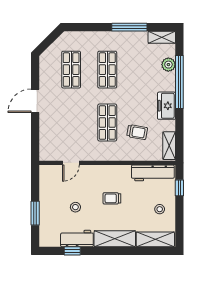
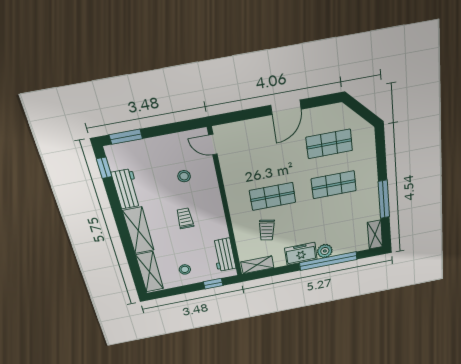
plant: (168, 65) -> (325, 251), moved
door: (35, 101) -> (286, 107), swing flipped
door: (71, 163) -> (213, 145), moved
workbench: (153, 173) -> (224, 255), width x0.73
stool: (75, 207) -> (184, 176), moved
window: (35, 213) -> (126, 137), moved
window: (72, 251) -> (104, 168), moved

